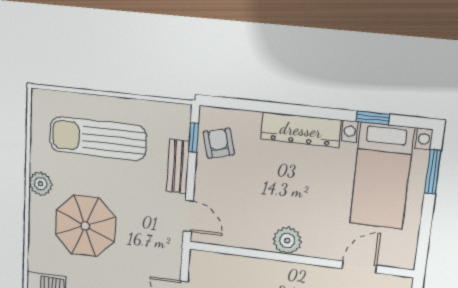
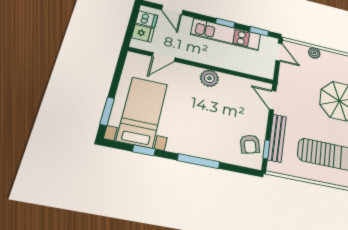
window: (292, 110) -> (199, 161), added
dresser: (301, 130) -> (194, 147), removed
bench: (178, 166) -> (277, 138), width x1.36

